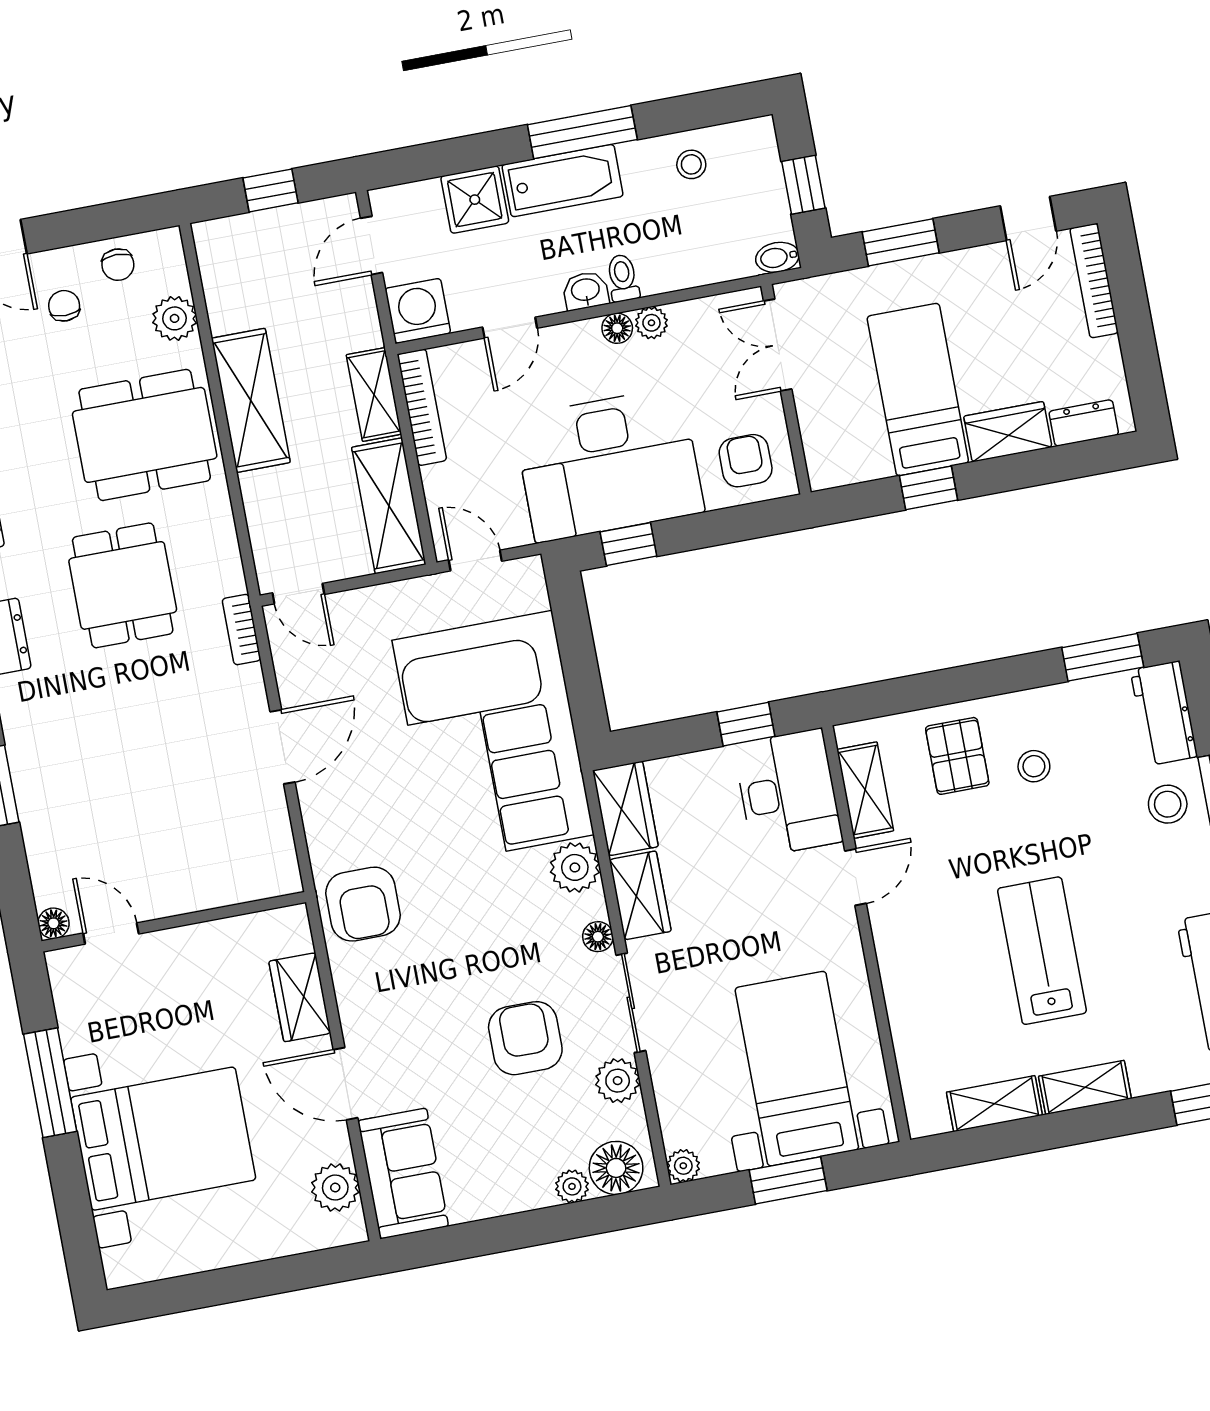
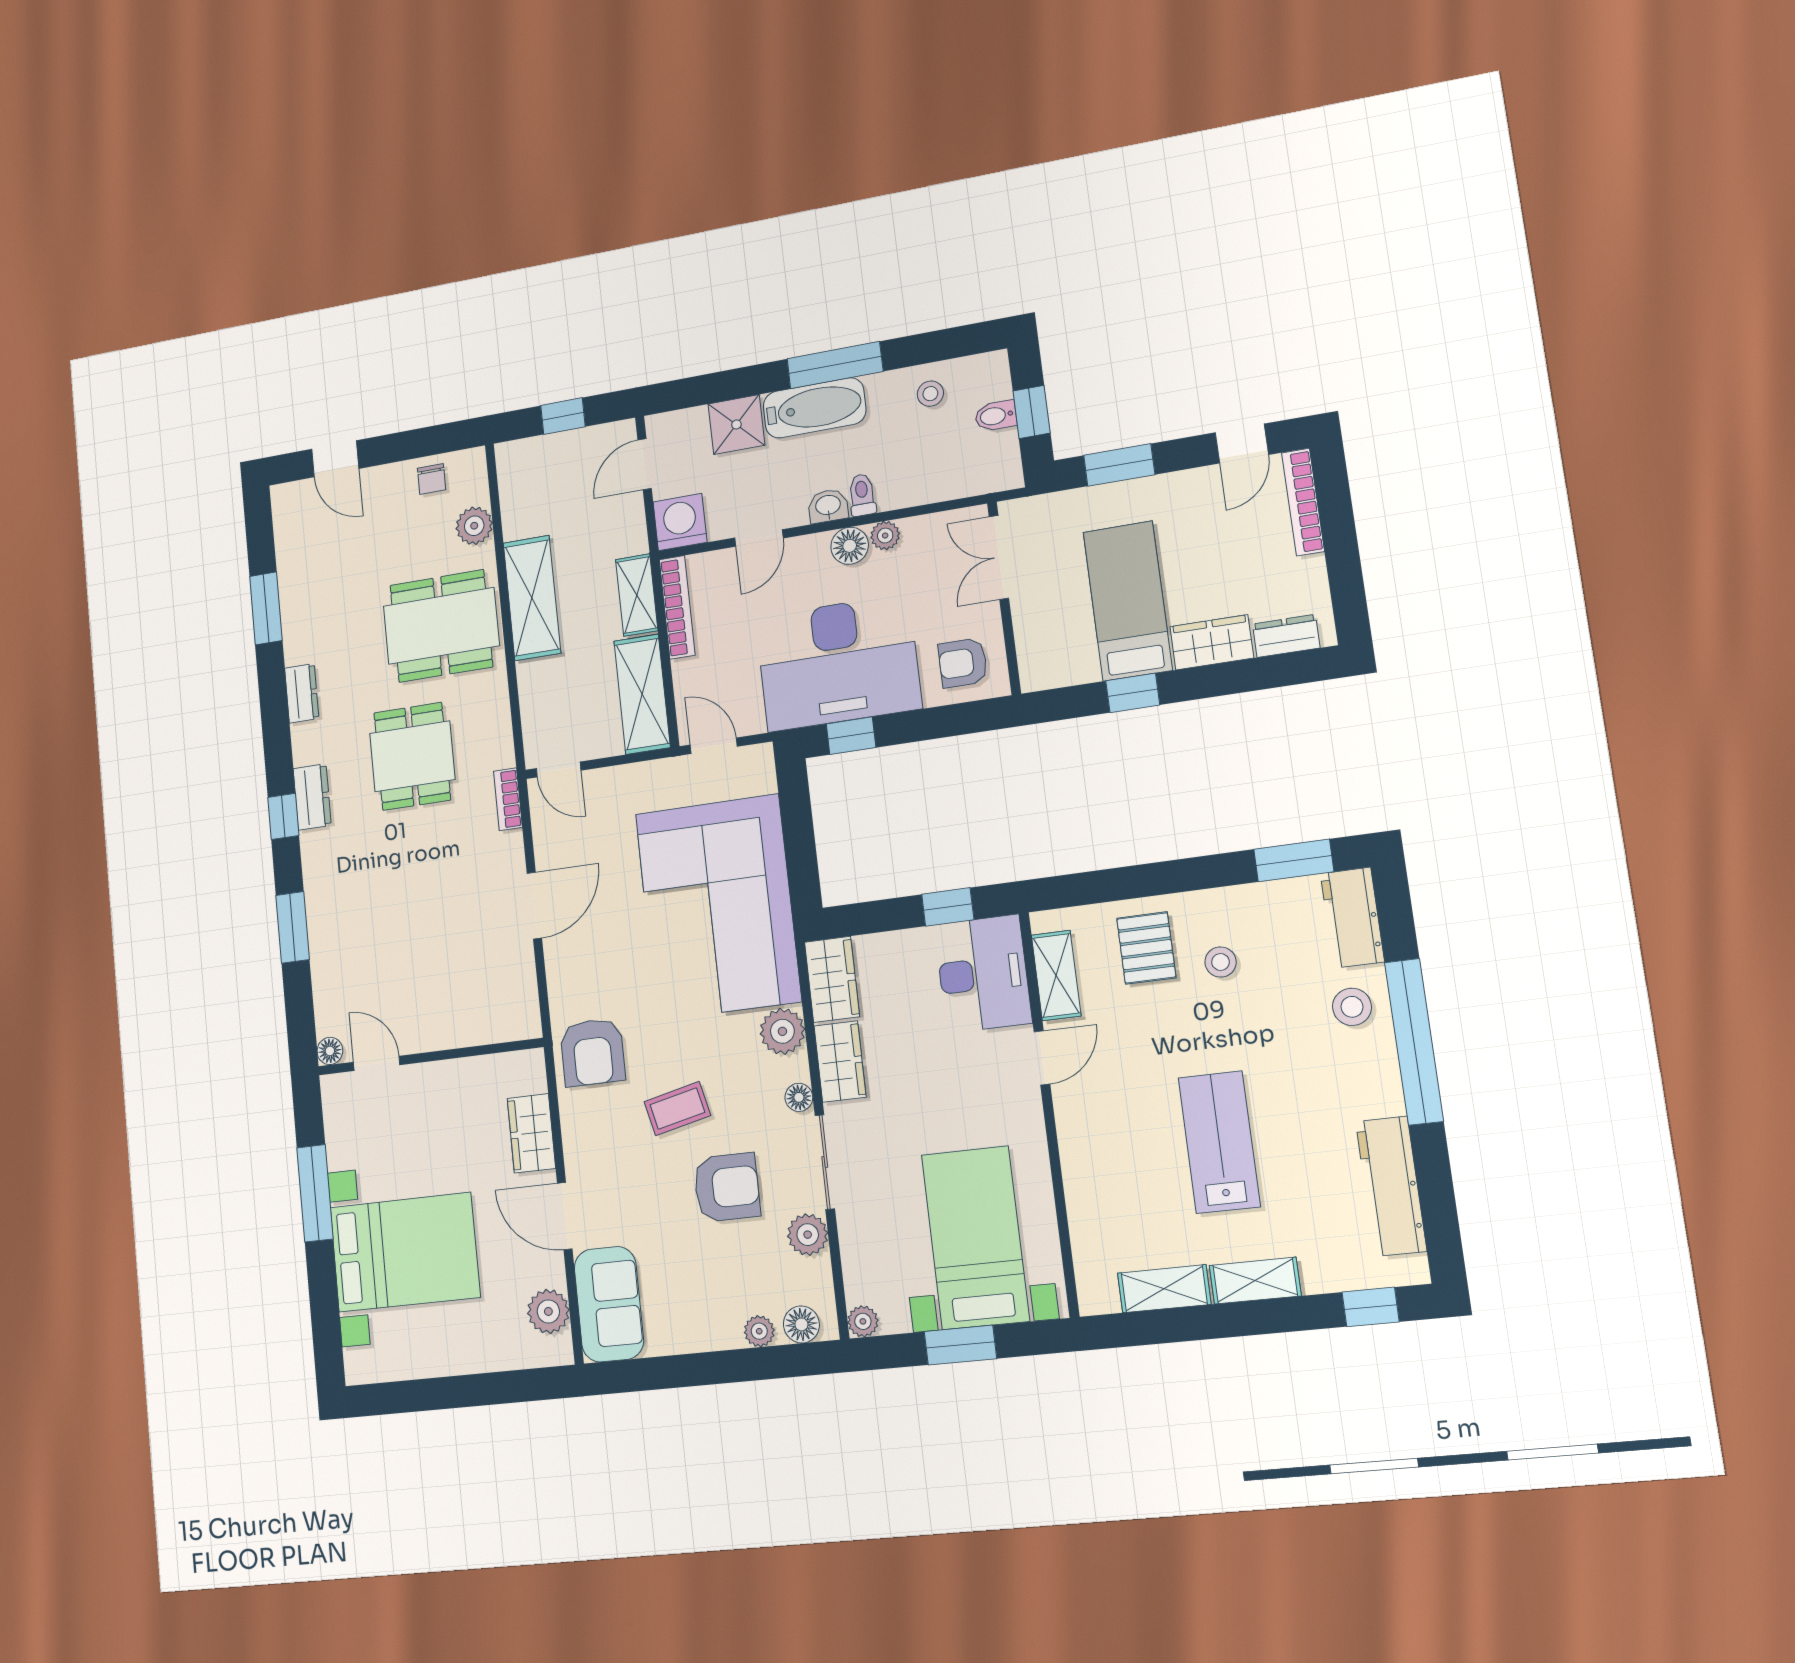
bidet: (777, 257) -> (996, 416), moved
chair: (64, 306) -> (385, 514), removed
floor lamp: (617, 328) -> (850, 546), width x1.37, depth x1.37
armchair: (746, 461) -> (963, 663), turned -90
coffee table: (464, 958) -> (677, 1109), added
armchair: (525, 1038) -> (727, 1187), turned 90
floor lamp: (616, 1168) -> (801, 1324), width x0.73, depth x0.73

